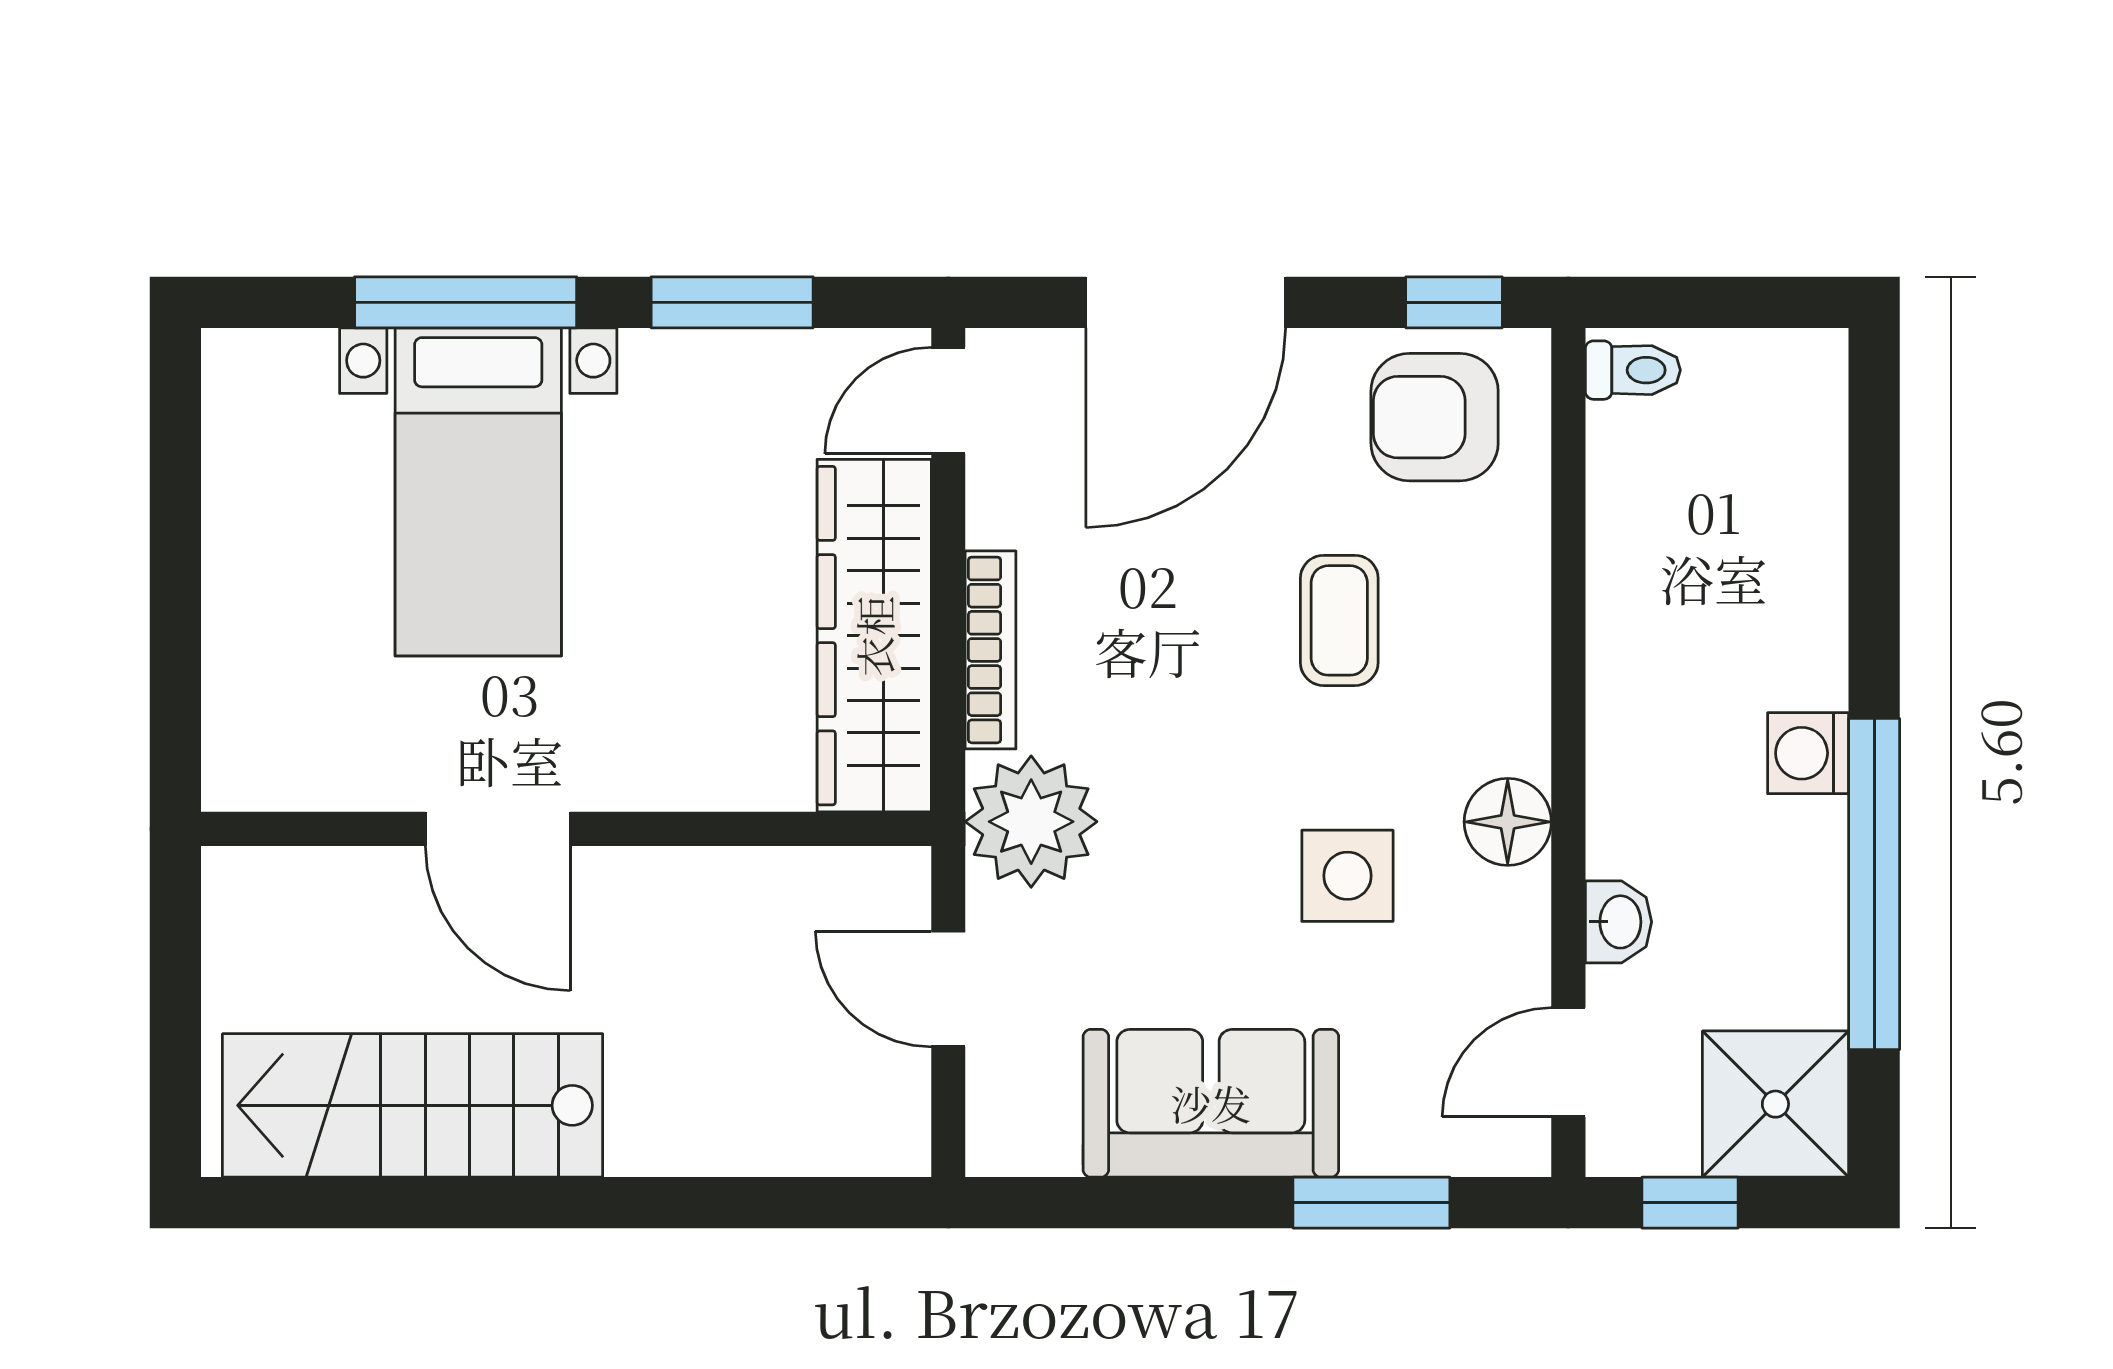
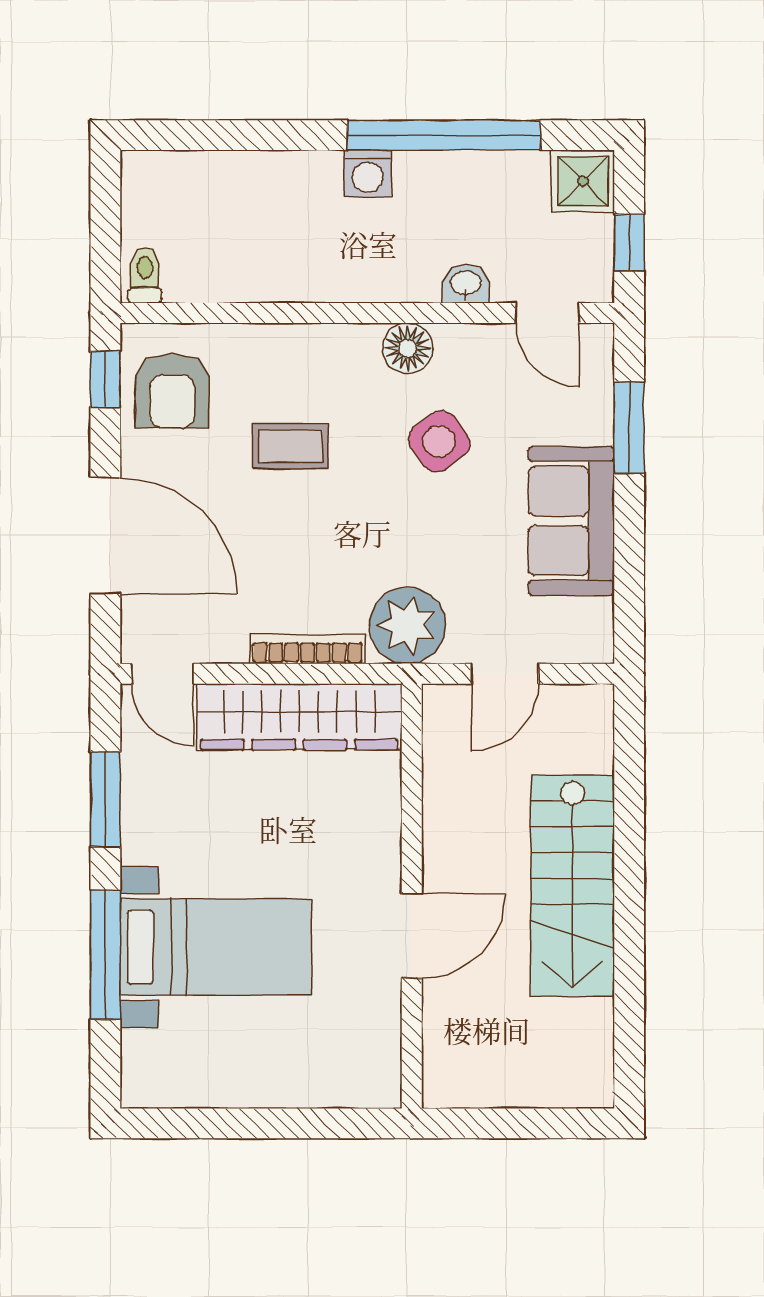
side table: (1347, 876) -> (439, 441), turned -37
shower: (1775, 1104) -> (583, 181), width x0.73, depth x0.73
stairs: (413, 1105) -> (573, 886), moved

